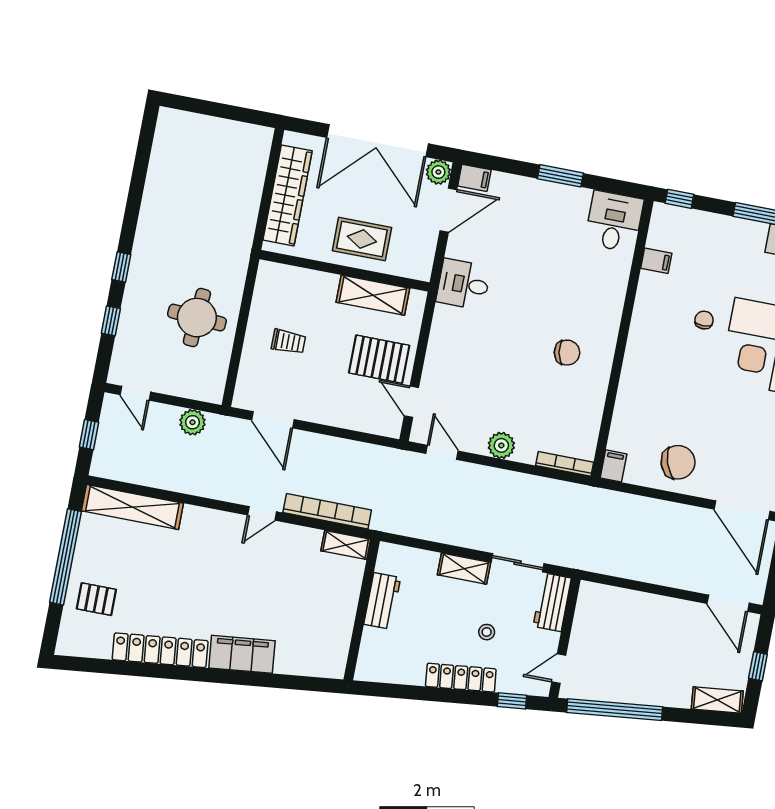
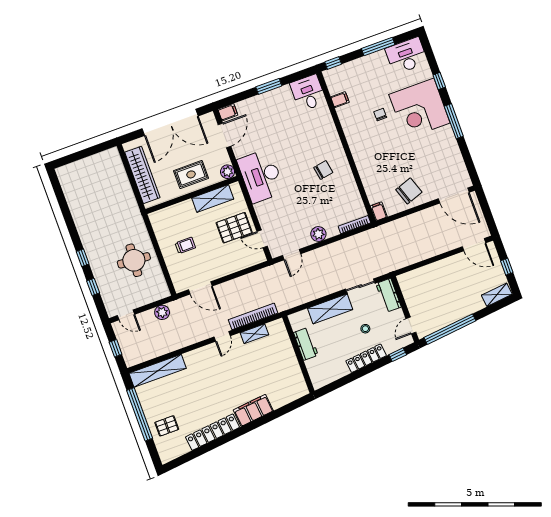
plant: (438, 172) -> (228, 172), moved
desk: (463, 284) -> (261, 176), width x1.87, depth x1.30
door: (442, 452) -> (292, 255), swing flipped
shelving: (346, 545) -> (254, 334), moved
shelving: (464, 569) -> (330, 309), width x1.50, depth x1.33

